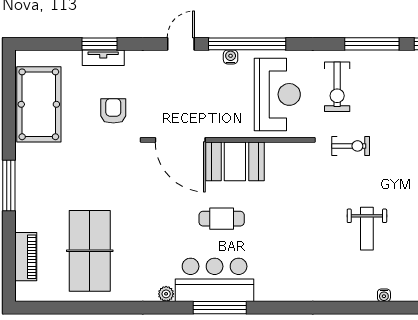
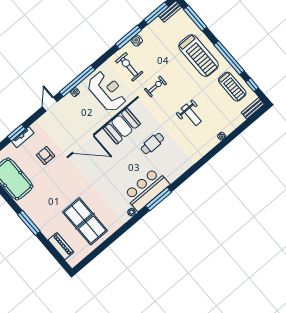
water cooler: (379, 59) -> (137, 41), added
exercise bike: (337, 87) -> (129, 67), turned 180
booth: (235, 161) -> (122, 126), moved
cafe table: (222, 219) -> (152, 144), moved

